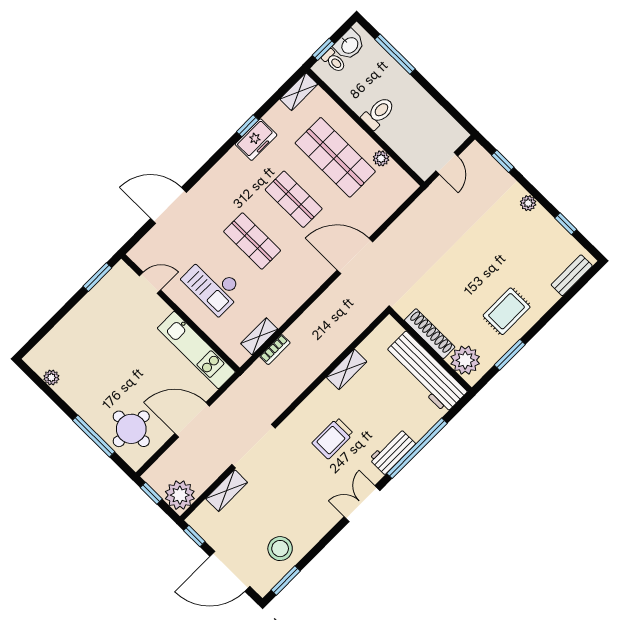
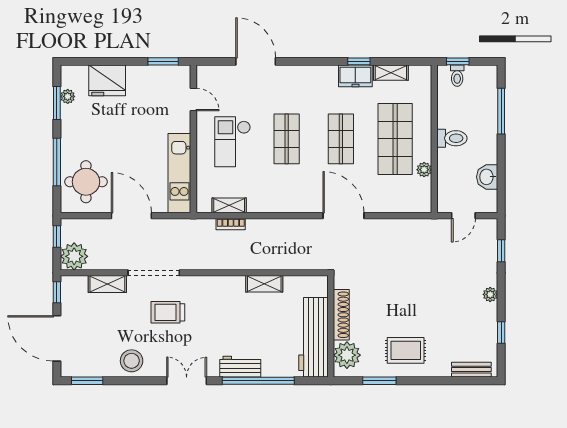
washbasin: (349, 45) -> (487, 177), moved, turned 90
shelving: (299, 92) -> (391, 73), moved
fridge: (69, 335) -> (107, 80), added
window: (48, 391) -> (57, 103), added
trolley: (333, 438) -> (168, 312), moved
stool: (280, 549) -> (132, 361), moved

